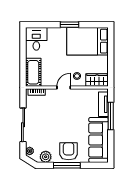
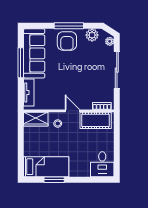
window: (69, 25) -> (54, 180), moved
bed: (88, 41) -> (46, 167), width x0.67
cot: (33, 72) -> (96, 120), moved, turned 90
door: (64, 87) -> (72, 111), swing flipped
window: (111, 116) -> (21, 63), moved

